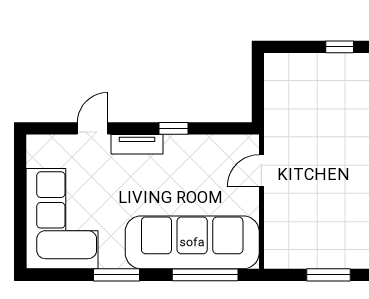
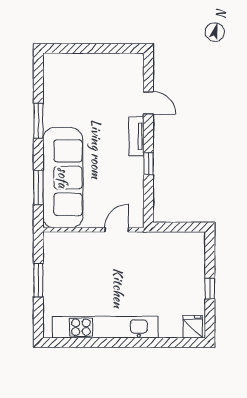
door: (261, 171) -> (117, 230), hinge flipped
corner sofa: (62, 219) -> (81, 80), removed
window: (205, 275) -> (38, 187), width x0.69

